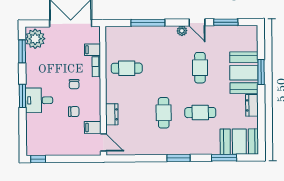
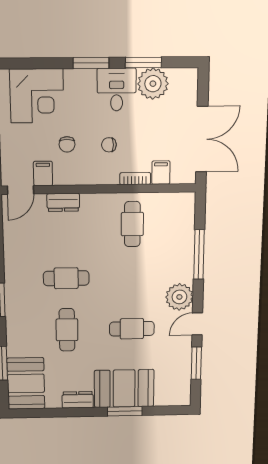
plant: (182, 31) -> (179, 297), width x1.88, depth x1.88
plant: (35, 39) -> (153, 84), moved
window: (22, 51) -> (143, 63), moved
desk: (39, 100) -> (117, 90), moved
corner desk: (43, 131) -> (37, 96), added

